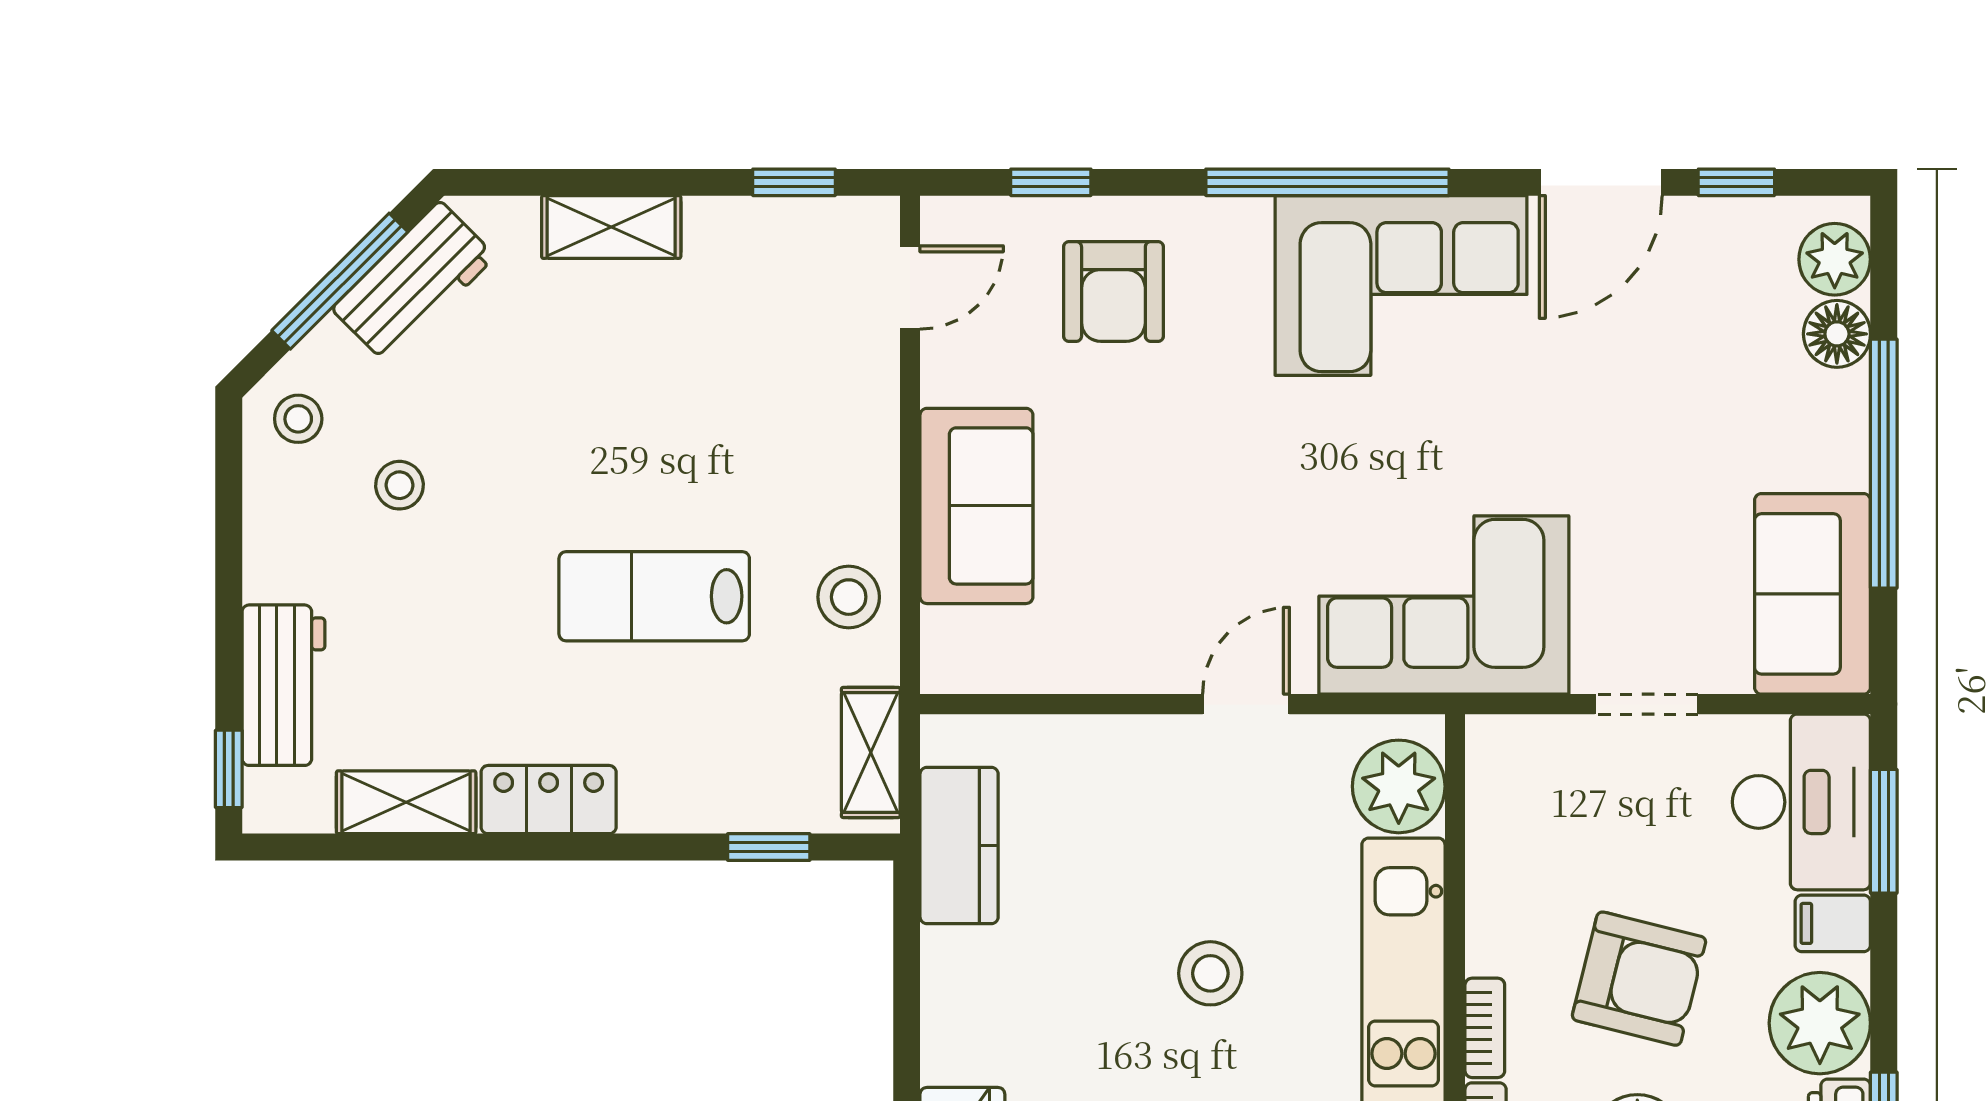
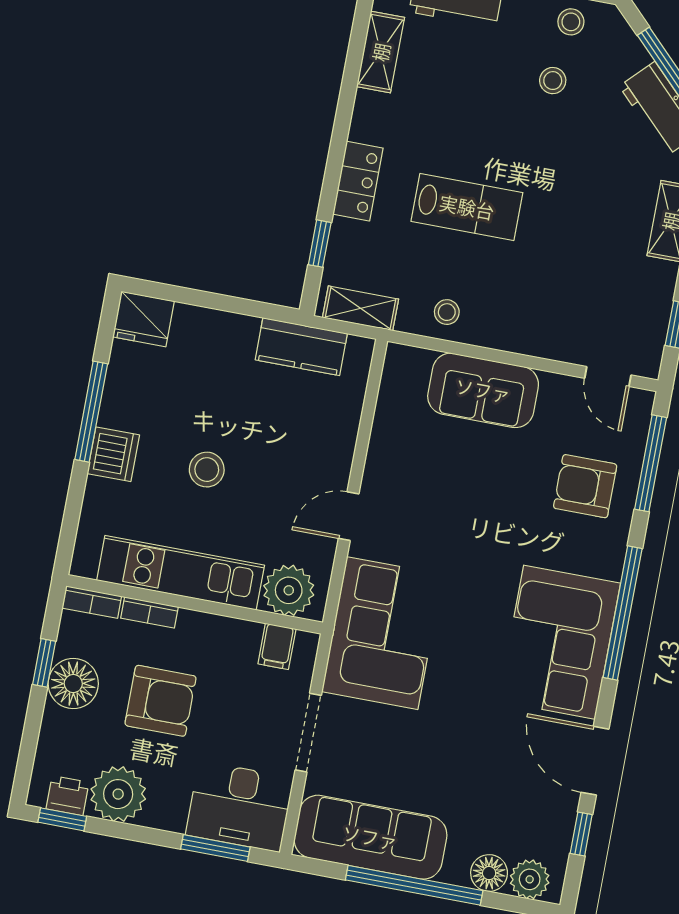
window: (1051, 182) -> (651, 463), width x2.17
stool: (298, 419) -> (571, 22), moved
sofa: (1812, 594) -> (370, 837), width x1.36
lab bench: (654, 596) -> (467, 207), turned 90
stool: (849, 597) -> (447, 312), width x0.73, depth x0.73
door: (1246, 704) -> (349, 516), swing flipped
doorway: (1646, 704) -> (308, 733), width x1.38
locker: (549, 800) -> (358, 181), moved
filing cabinet: (1833, 923) -> (277, 646), moved, turned 180
armchair: (1639, 979) -> (160, 701), turned -104

